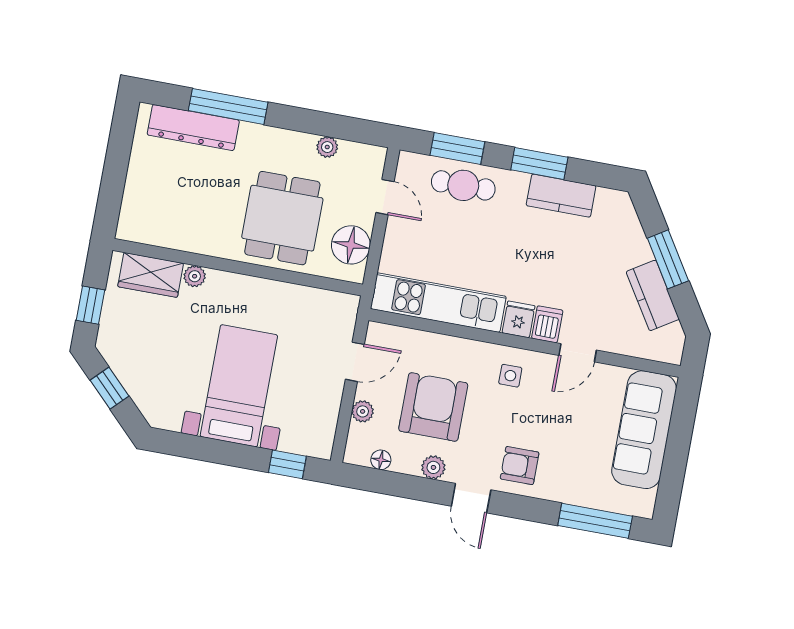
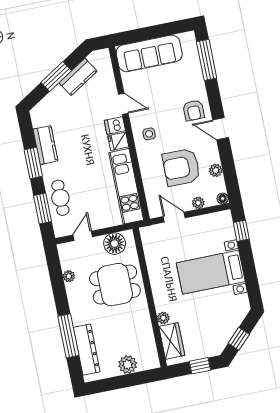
plant: (141, 186) -> (128, 365), added
floor lamp: (381, 460) -> (223, 198), moved
plant: (433, 467) -> (216, 170), moved
door: (471, 498) -> (221, 129), swing flipped

